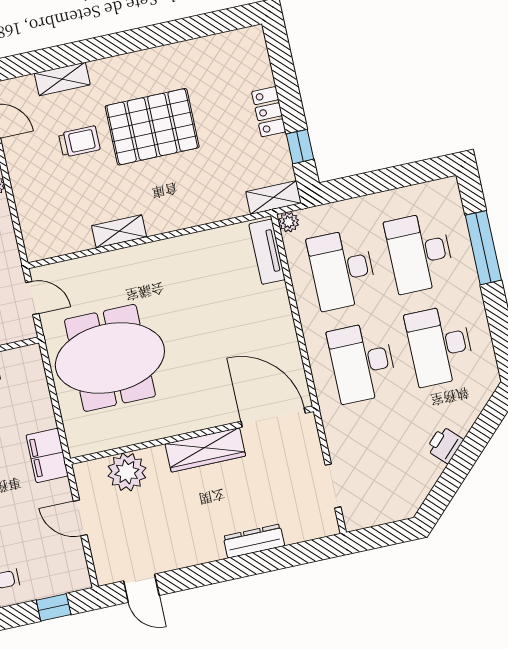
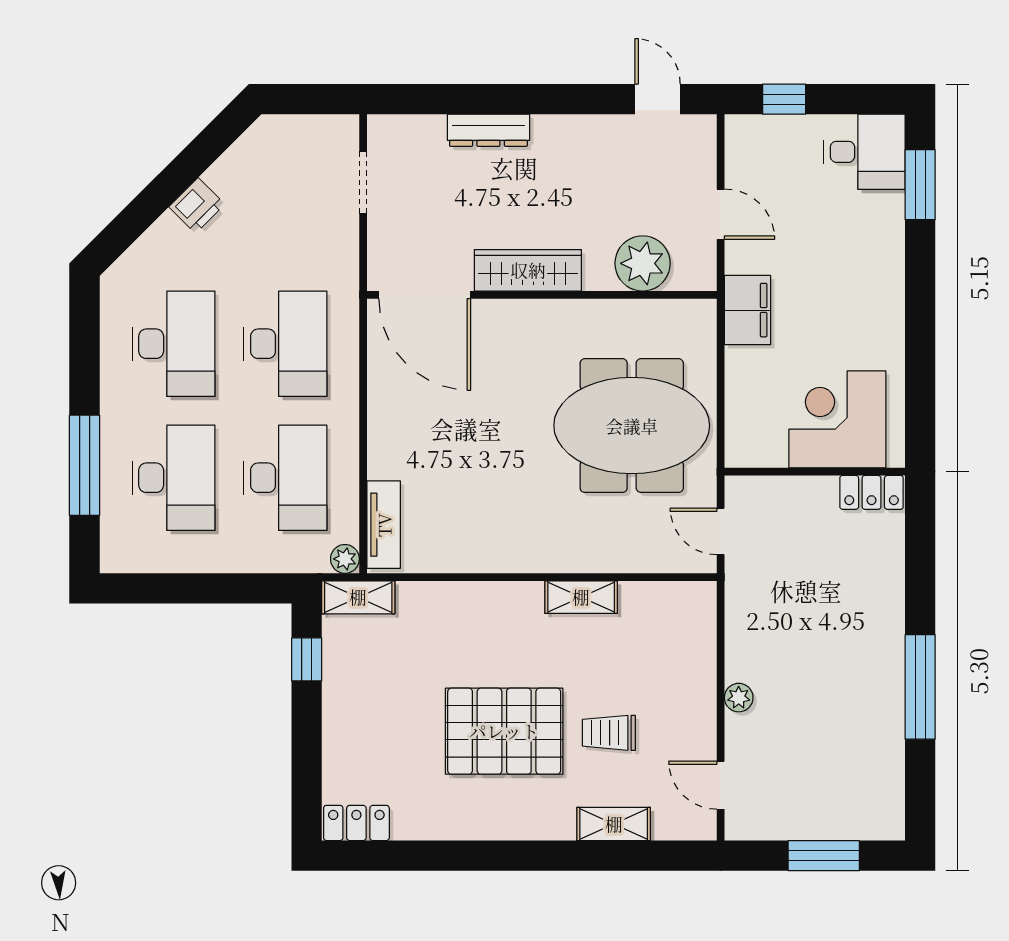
locker: (269, 112) -> (356, 823), moved, turned -90

